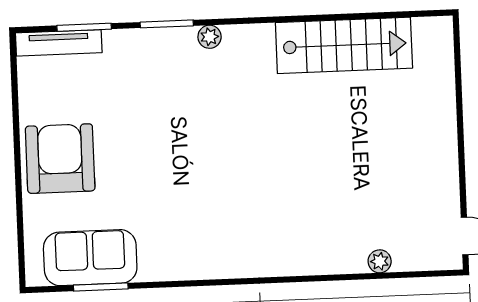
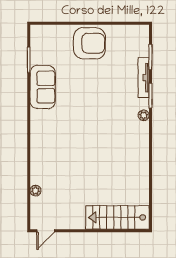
tv unit: (59, 43) -> (144, 78), moved
stairs: (344, 45) -> (117, 217), moved, turned 90
sofa: (90, 258) -> (43, 87), moved

